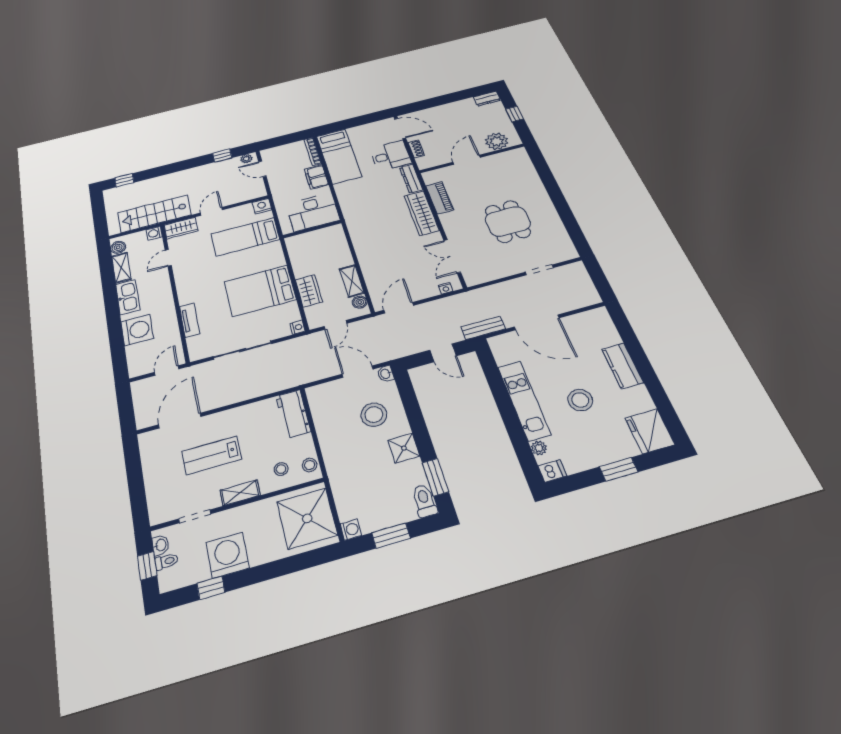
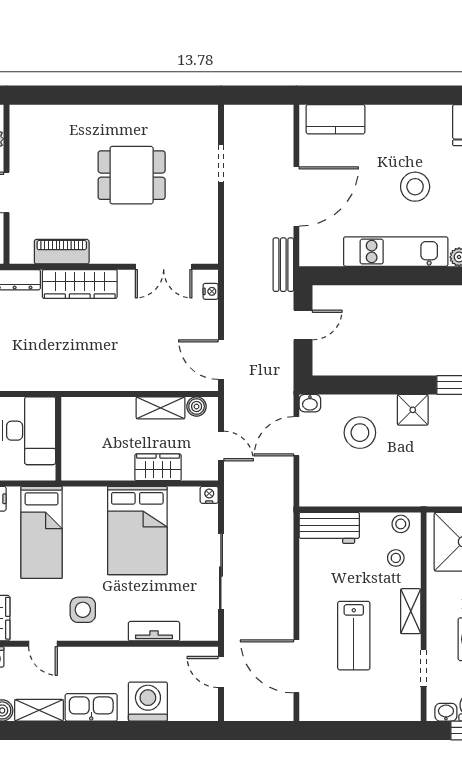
side table: (196, 274) -> (83, 610), added
kitchen counter: (623, 366) -> (336, 119), moved

